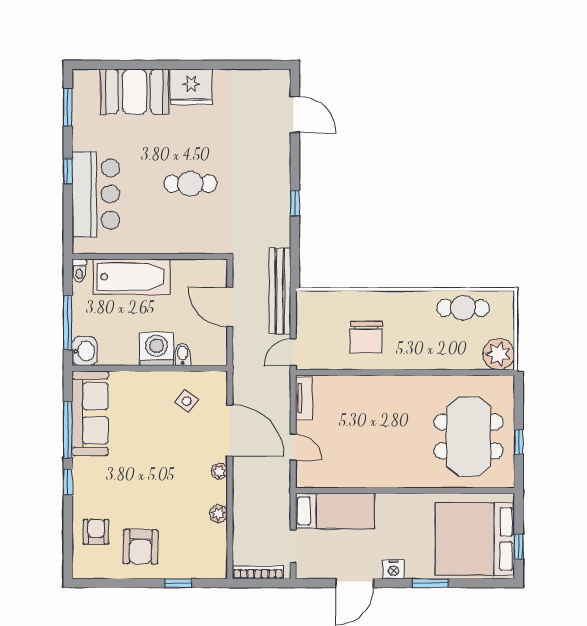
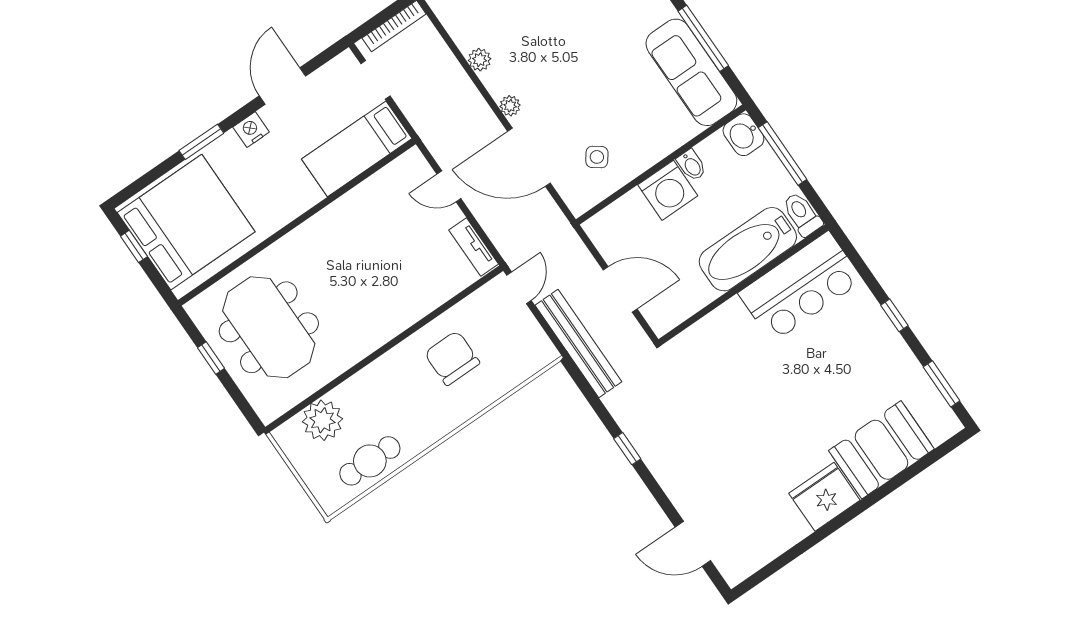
cafe table: (190, 184) -> (754, 392), removed
bar counter: (96, 194) -> (800, 287), moved, turned -90
toilet: (79, 271) -> (802, 214), width x1.37, depth x1.39
bidet: (183, 354) -> (692, 165), moved
plant: (499, 354) -> (323, 420), moved

